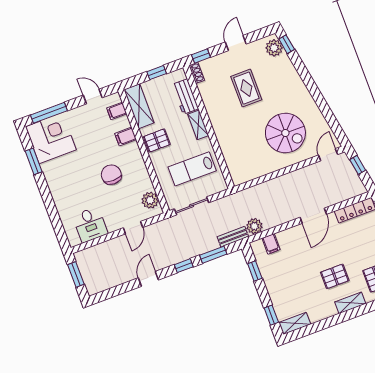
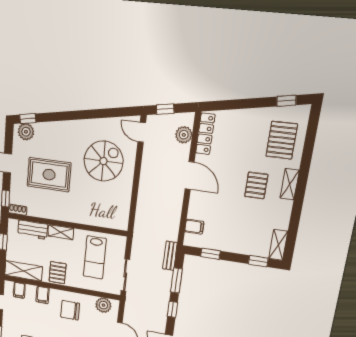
rug: (246, 88) -> (49, 175), width x1.36, depth x1.43
chair: (111, 175) -> (70, 310), moved
plant: (254, 226) -> (184, 135), moved

